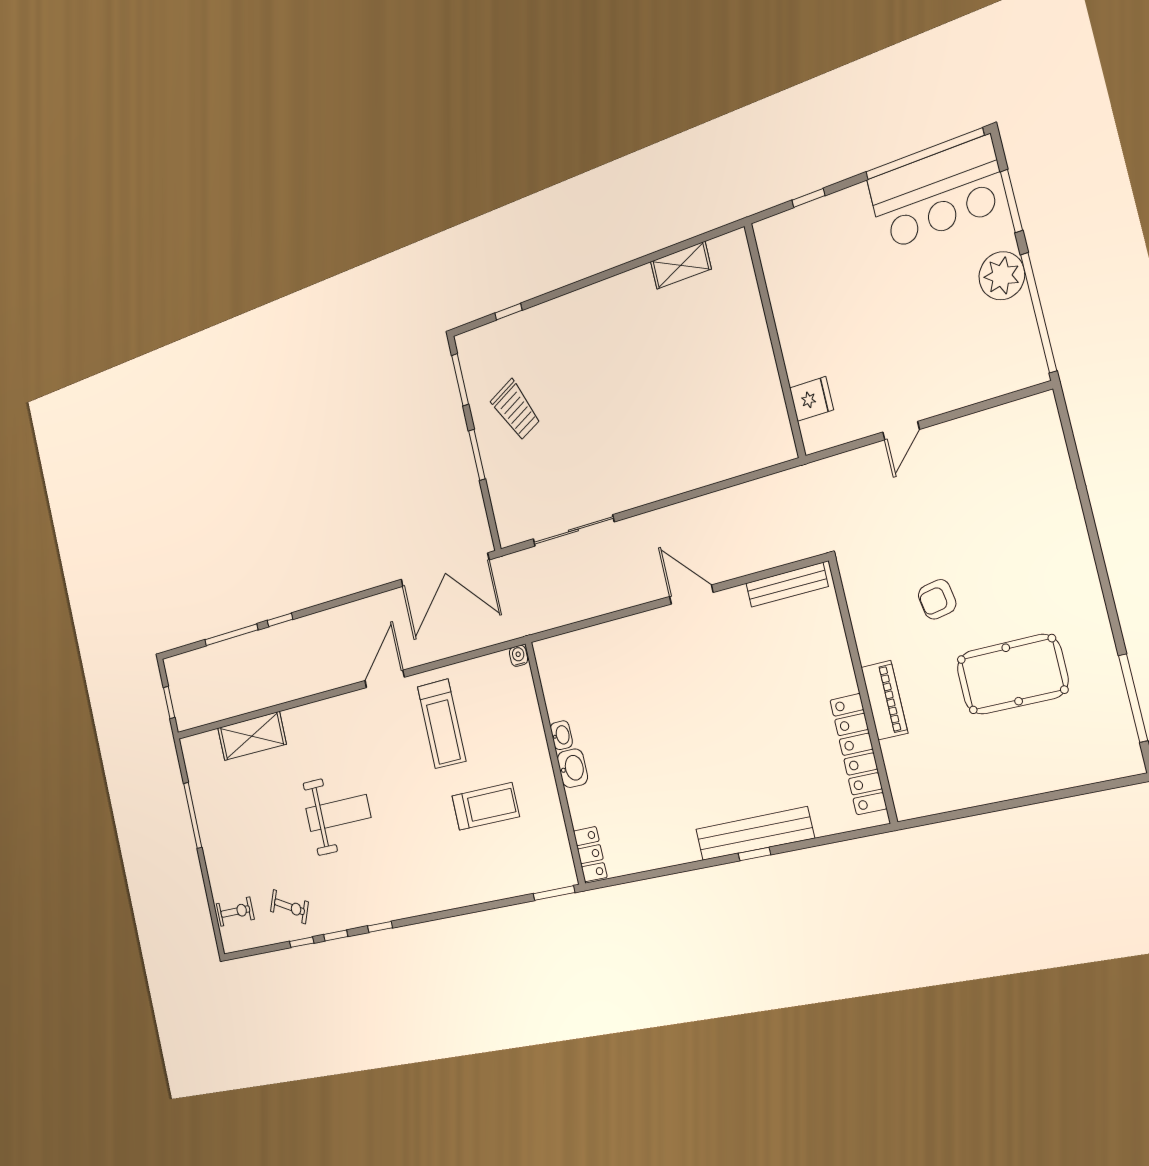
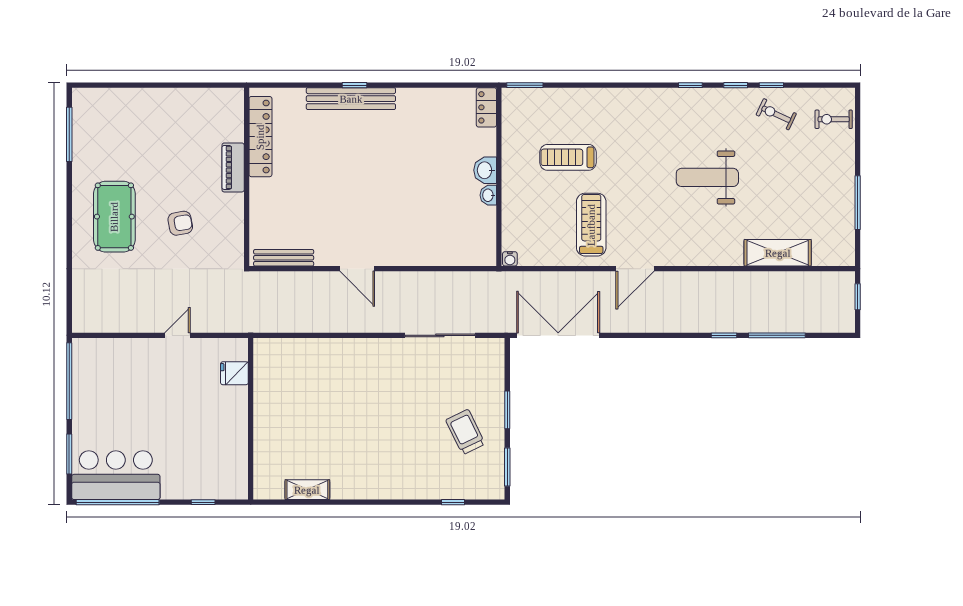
plant: (1002, 276) -> (87, 411), removed
pool table: (1012, 674) -> (114, 217), moved, turned 90

